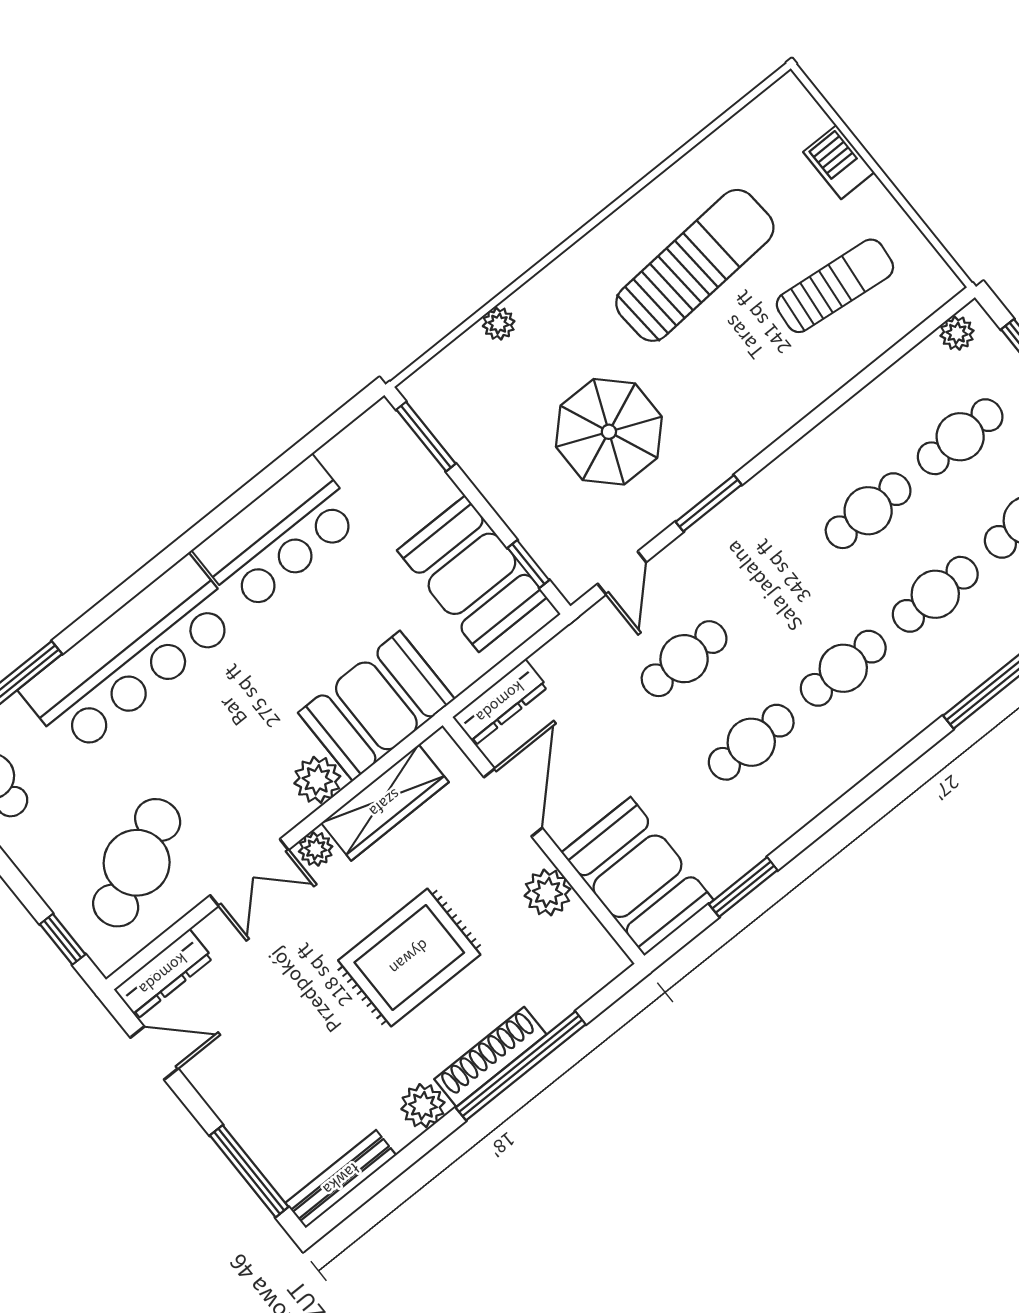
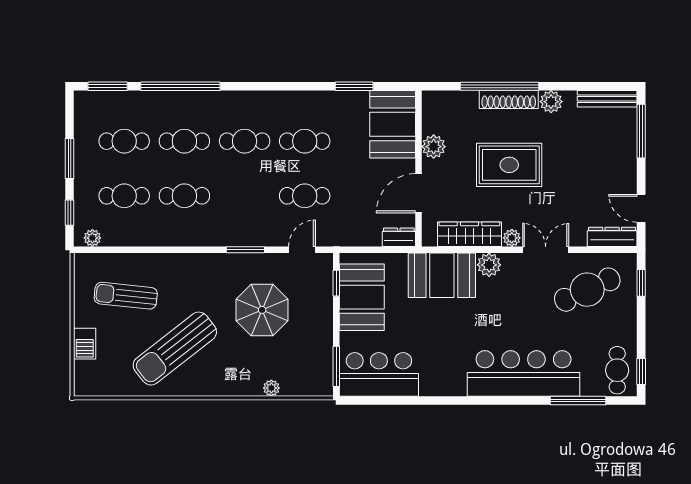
sun lounger: (695, 265) -> (175, 349), turned -34
bar counter: (278, 535) -> (379, 374), moved
dresser: (500, 702) -> (399, 237), width x0.70

